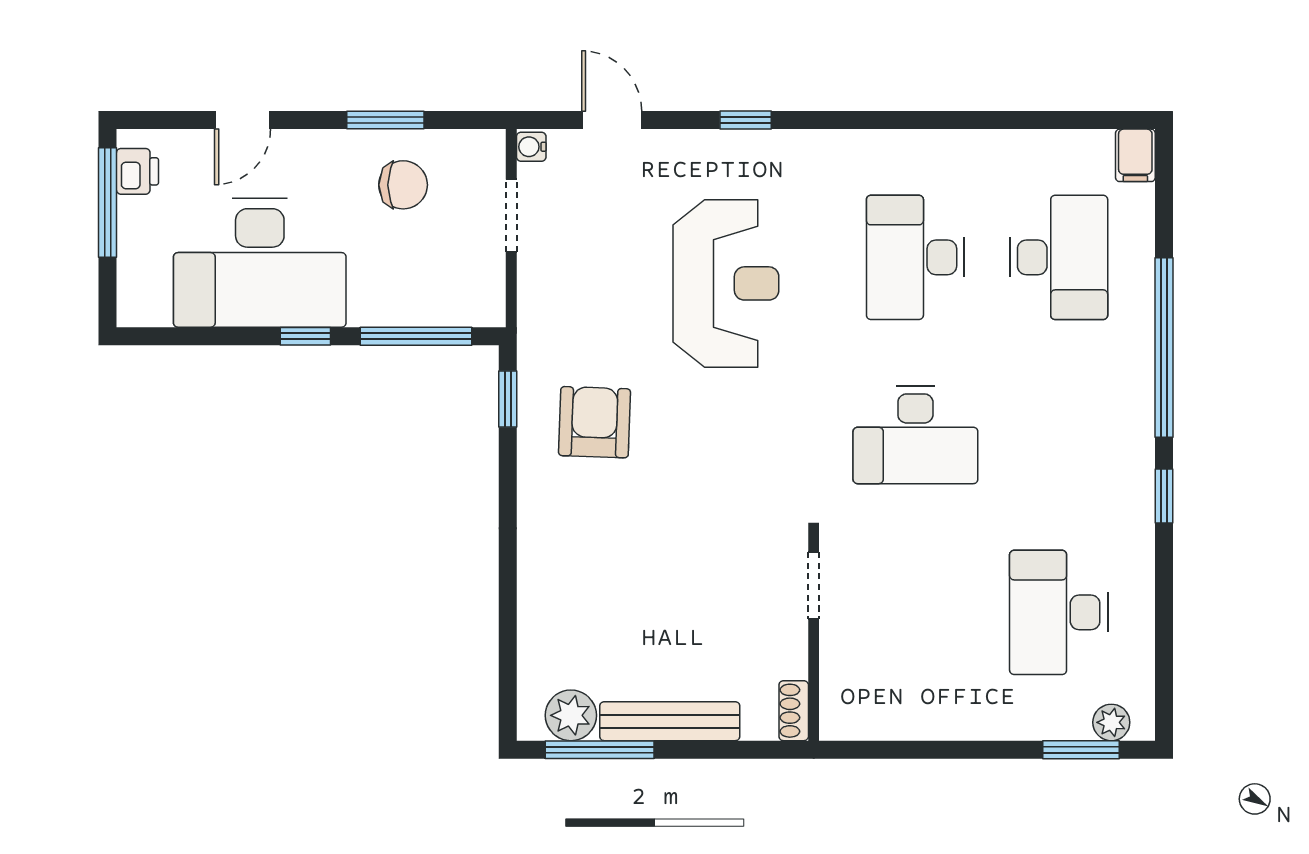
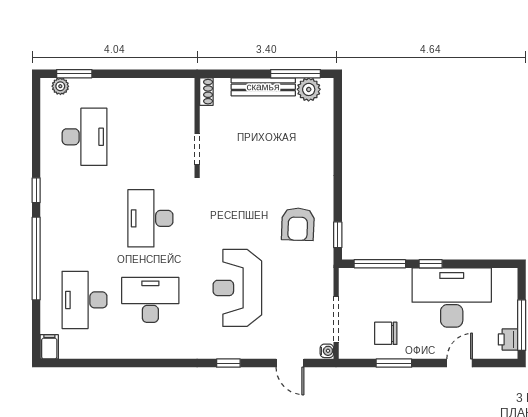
doorway: (511, 216) -> (336, 319), width x1.38
desk: (915, 257) -> (150, 300), turned -90
desk: (915, 435) -> (150, 218), turned -90

